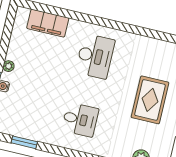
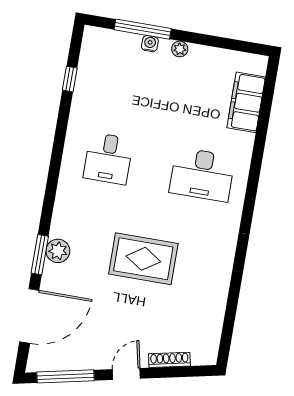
window: (24, 142) -> (70, 79), width x0.67

